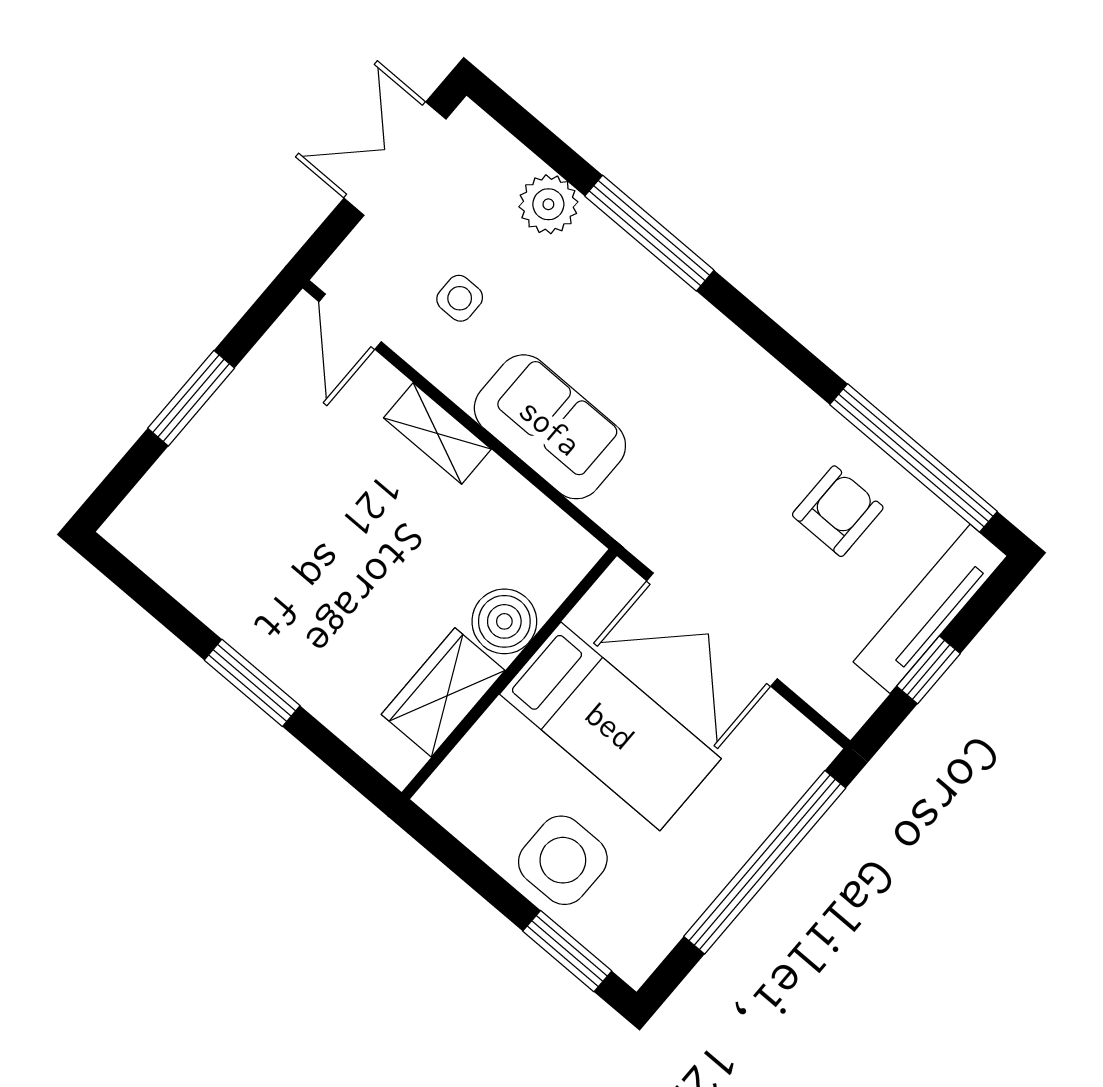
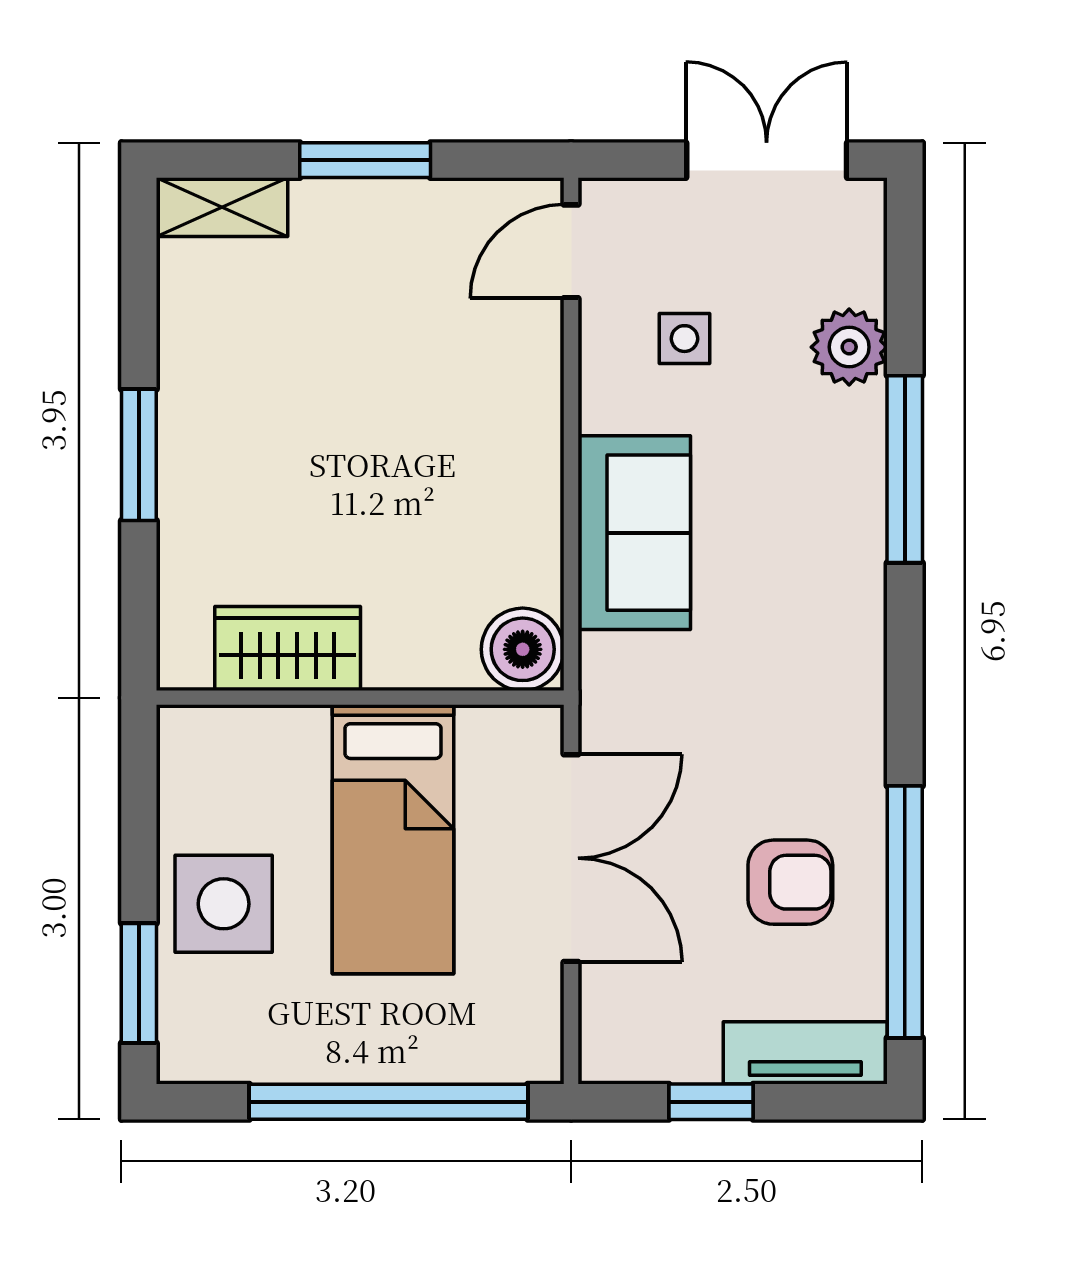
shelving: (437, 434) -> (222, 207), moved, turned 90
tv unit: (930, 609) -> (805, 1053), width x0.71
boiler: (504, 621) -> (523, 649), moved
double door: (712, 630) -> (571, 858), swing flipped

